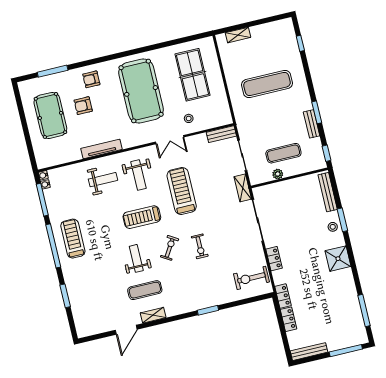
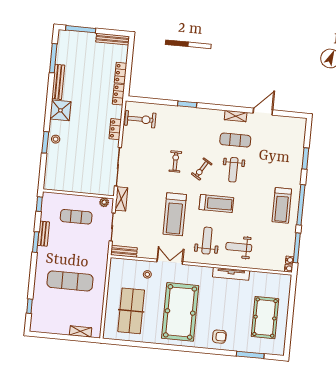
armchair: (83, 106) -> (234, 316), removed
plant: (278, 174) -> (104, 202), moved
bench: (328, 192) -> (58, 82), moved

